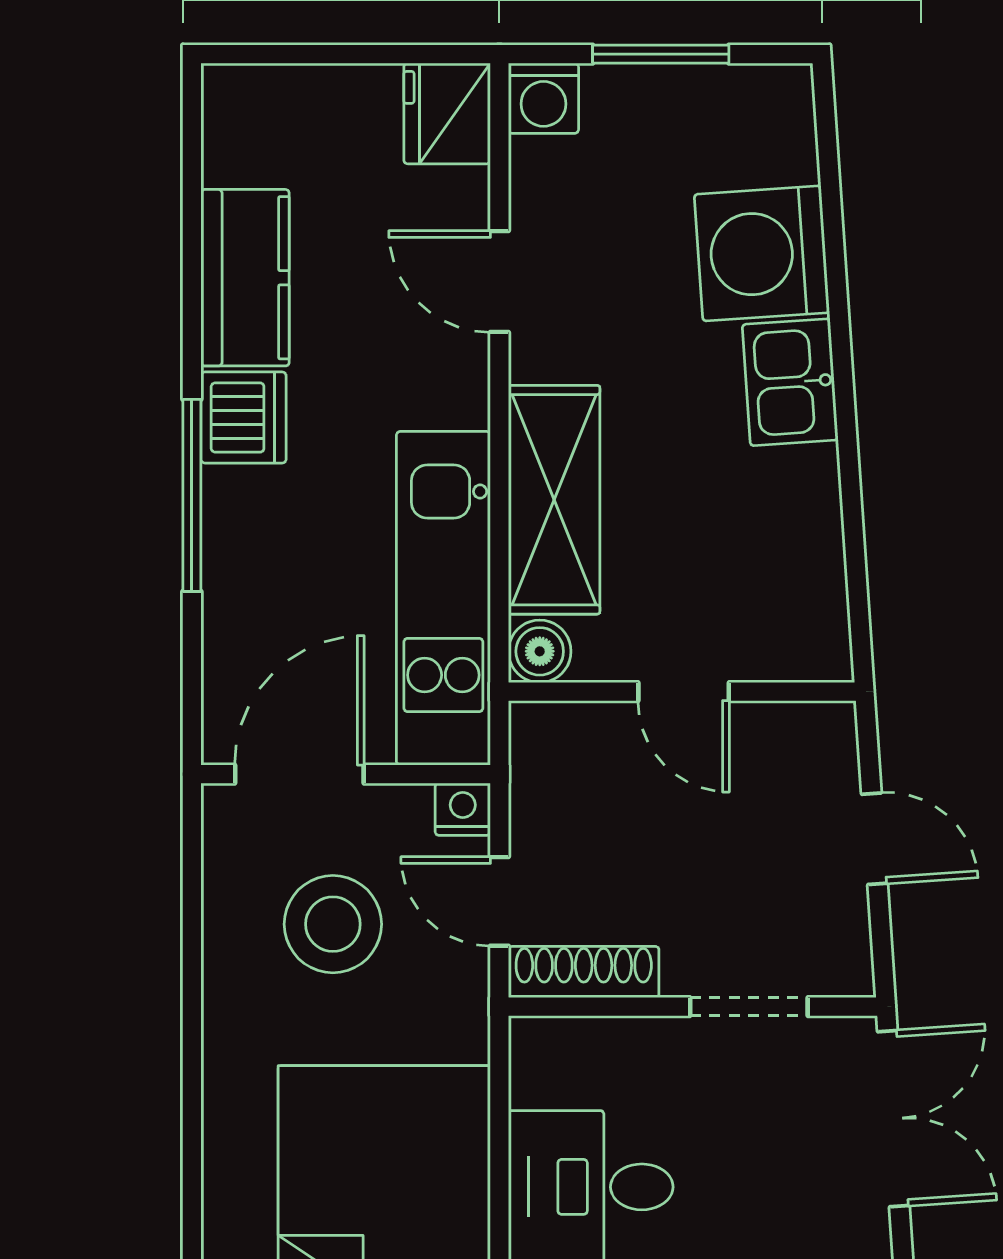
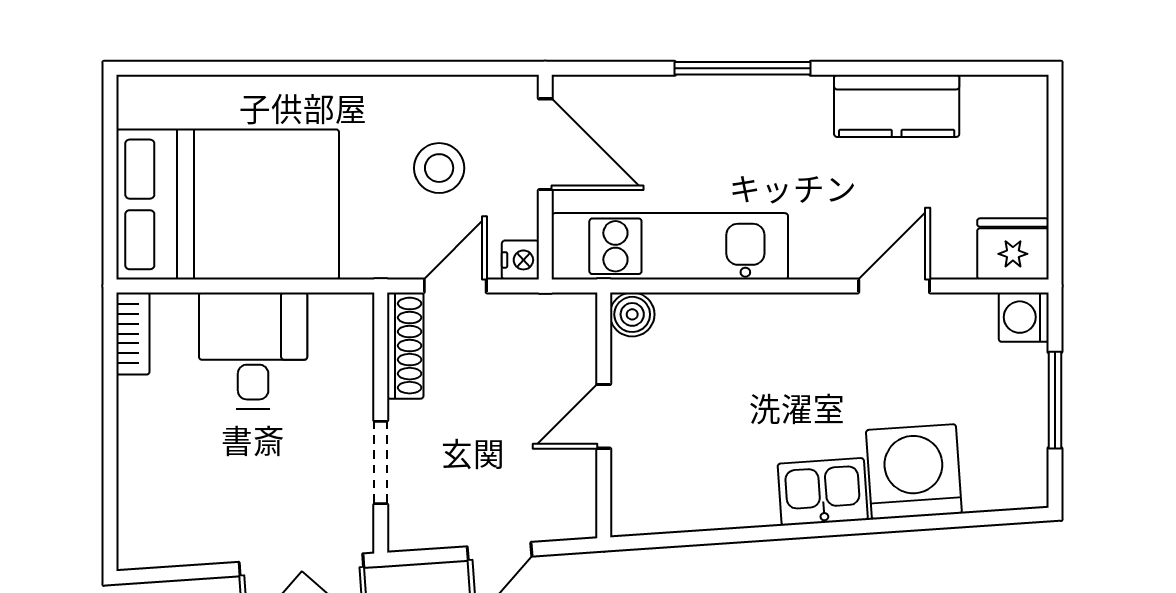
dishwasher: (244, 418) -> (798, 105), removed
shelving: (554, 500) -> (740, 325), removed
stool: (333, 924) -> (439, 168), width x0.73, depth x0.73

